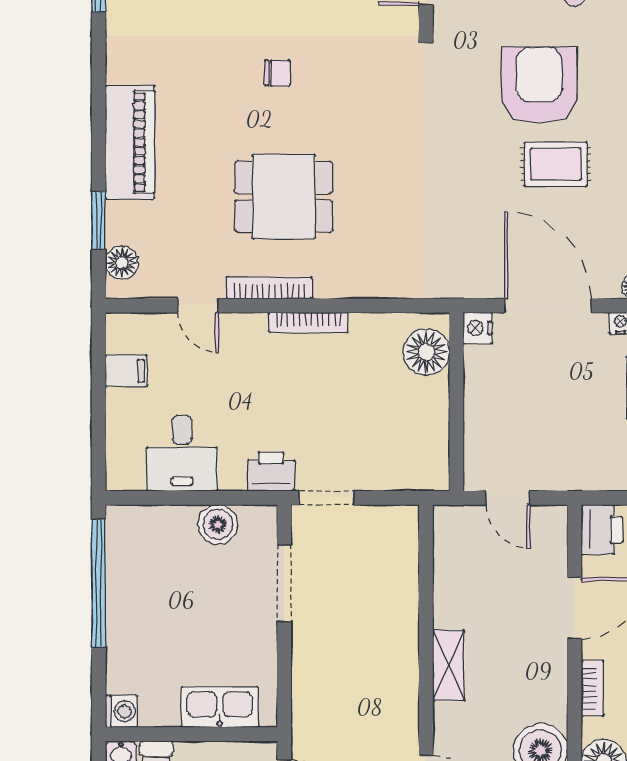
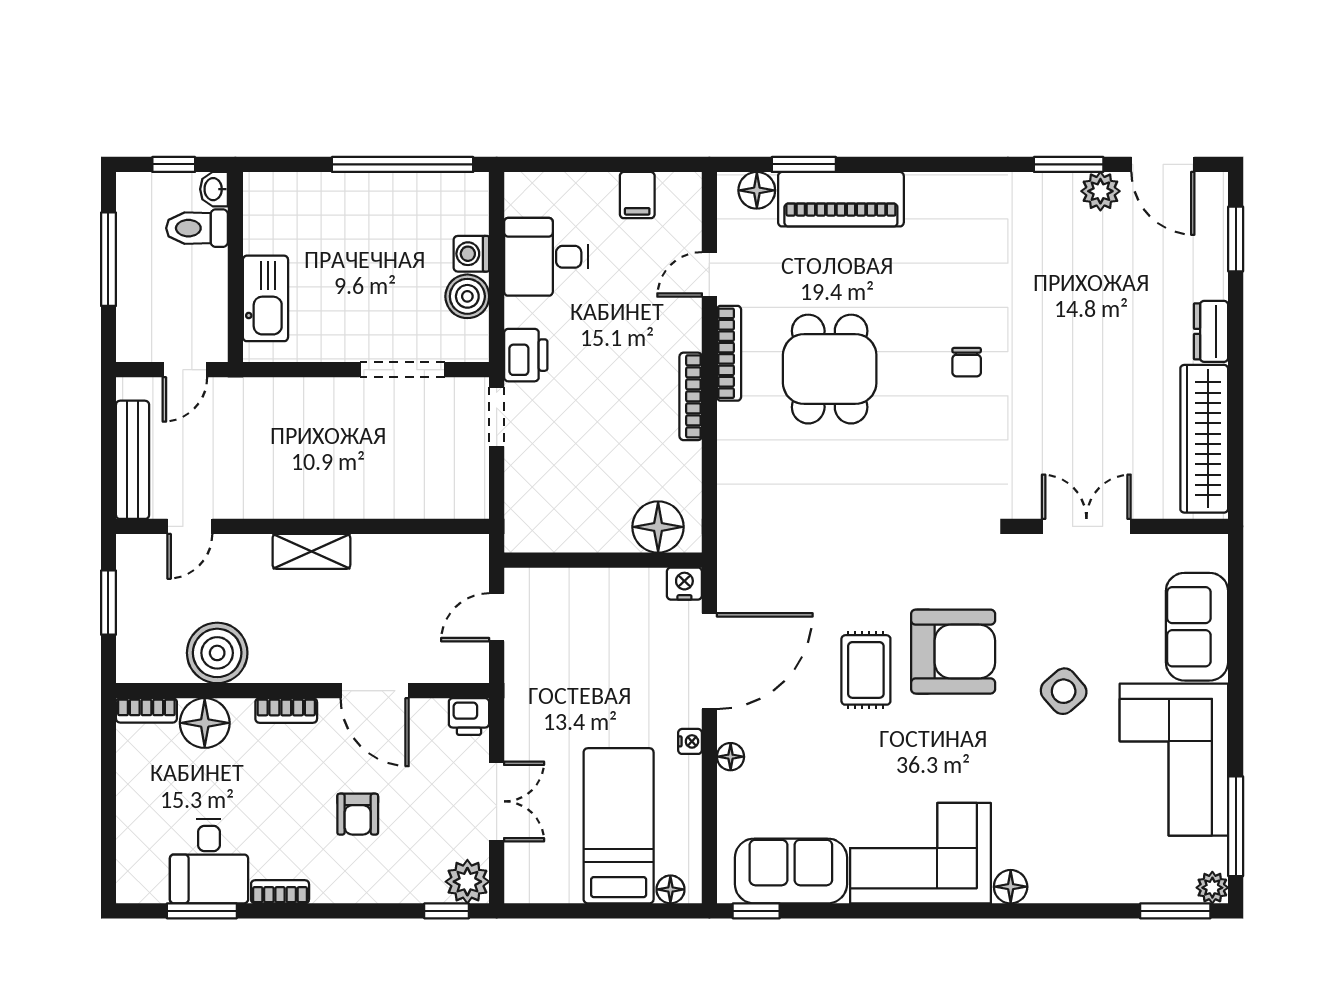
piano: (130, 142) -> (841, 199), moved
printer: (602, 530) -> (469, 717), width x0.73, depth x0.81
washing machine: (121, 711) -> (471, 254), moved, turned 90

